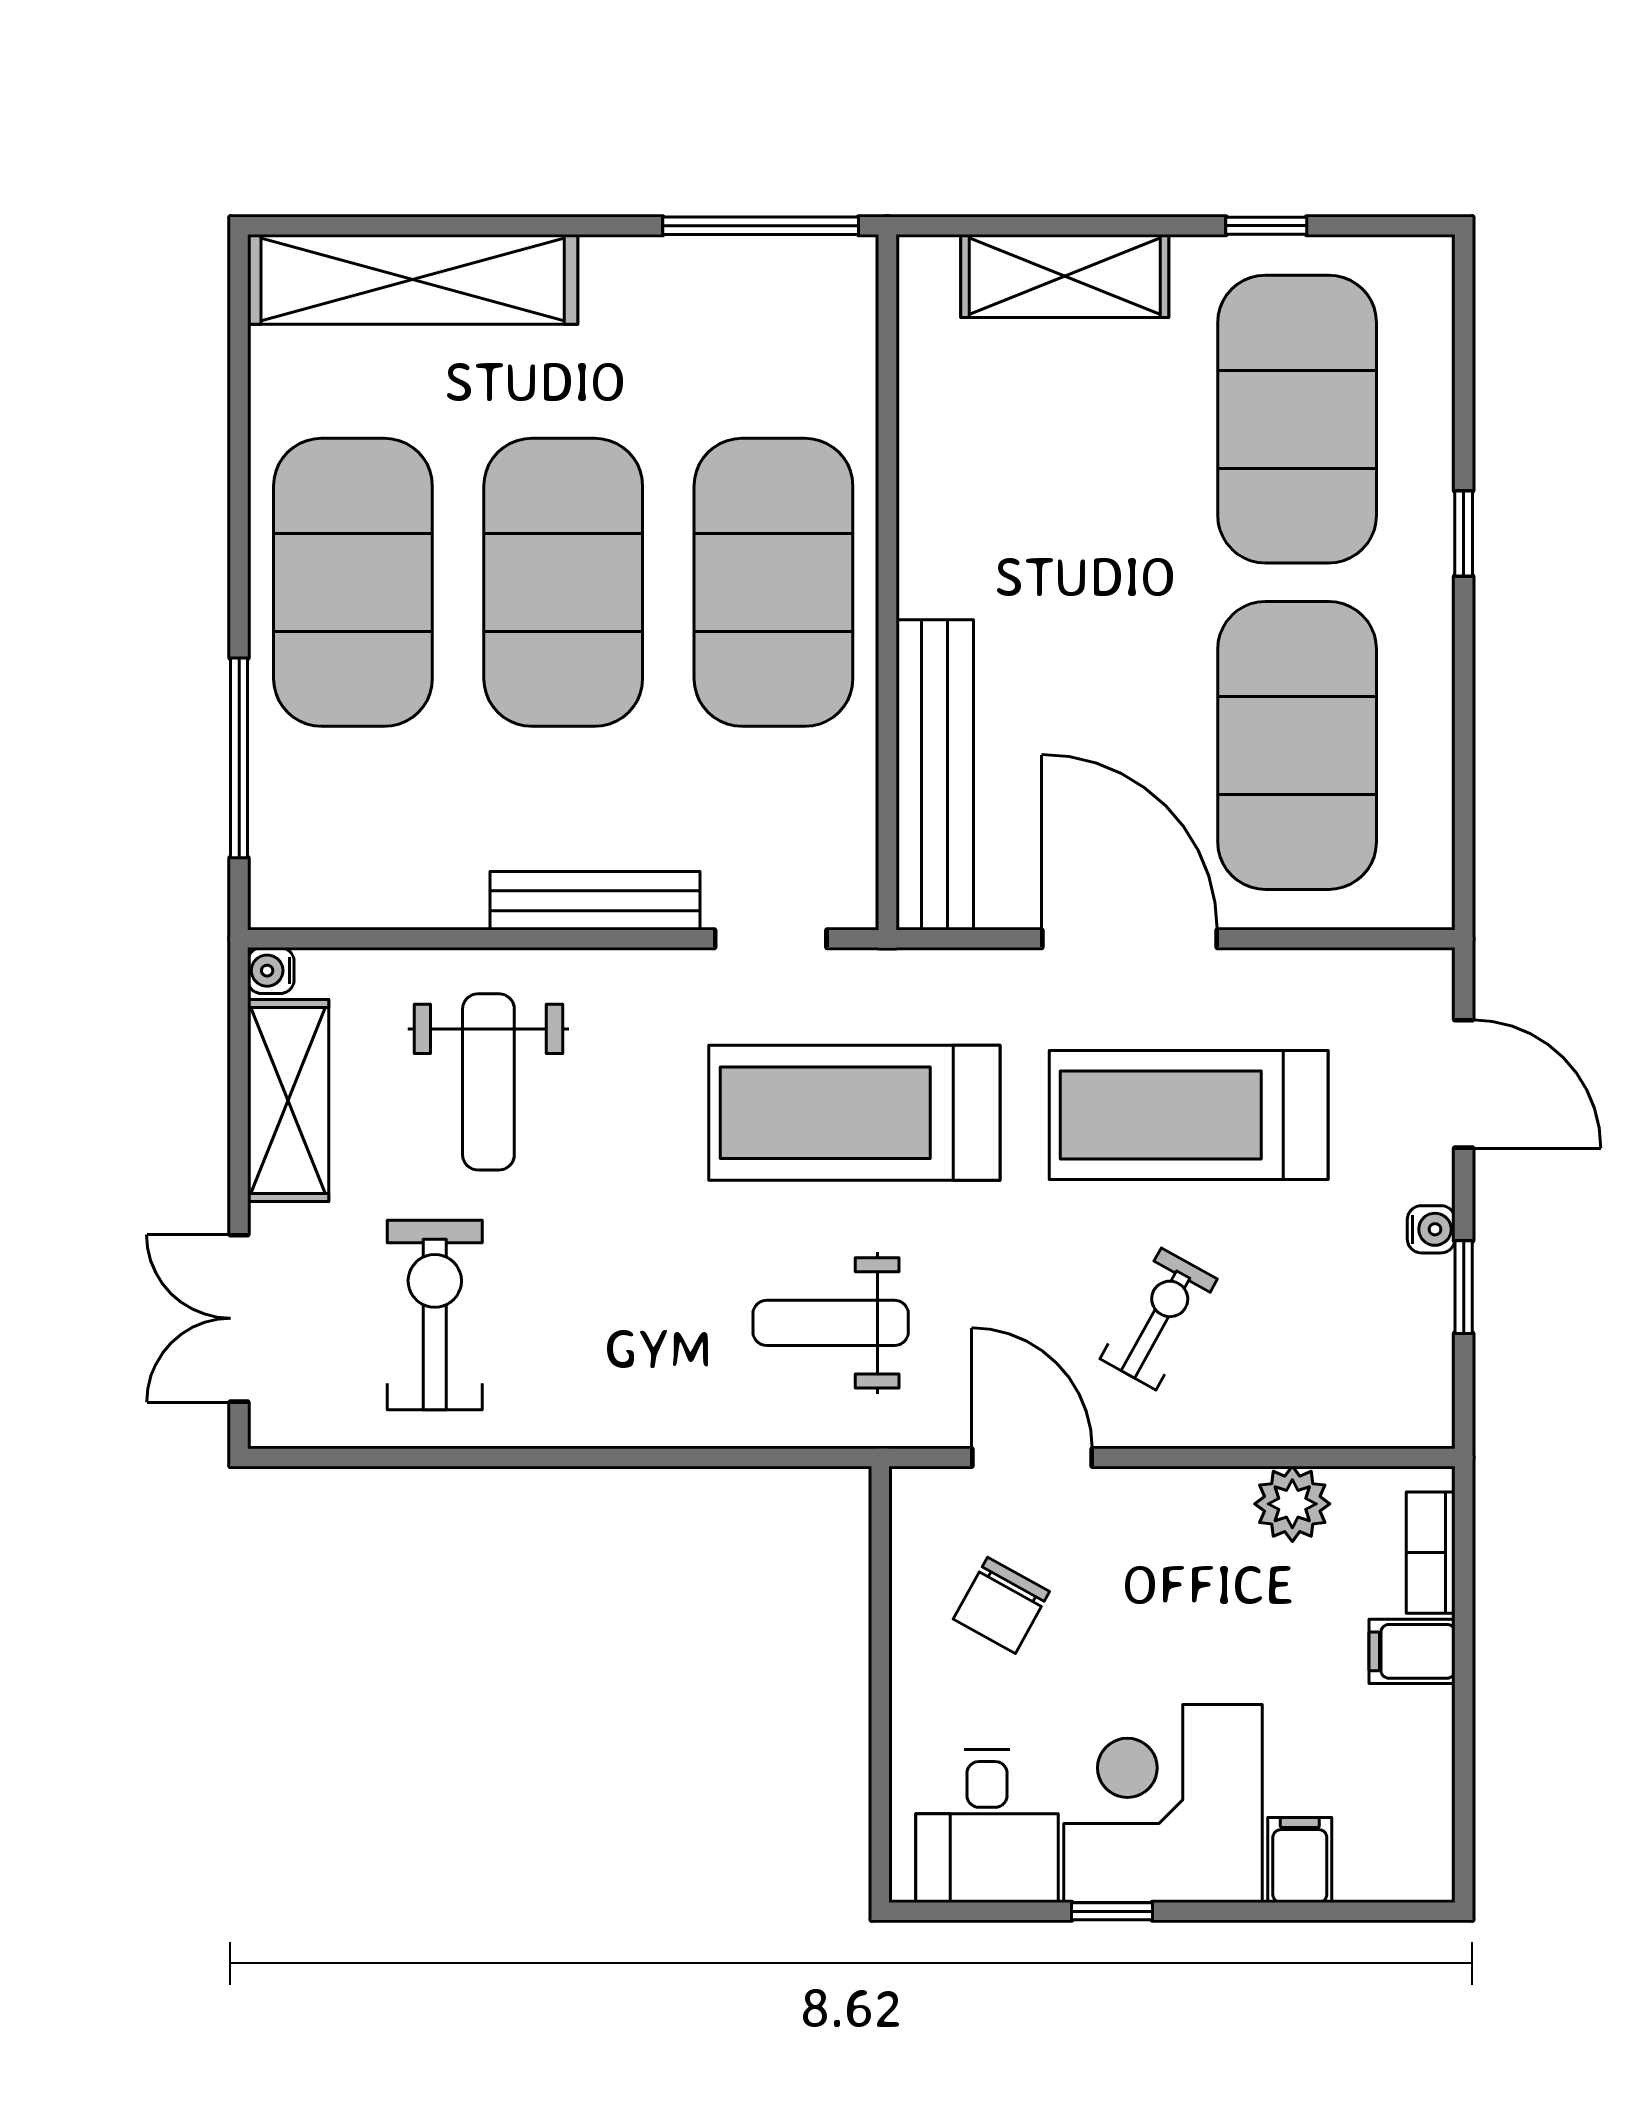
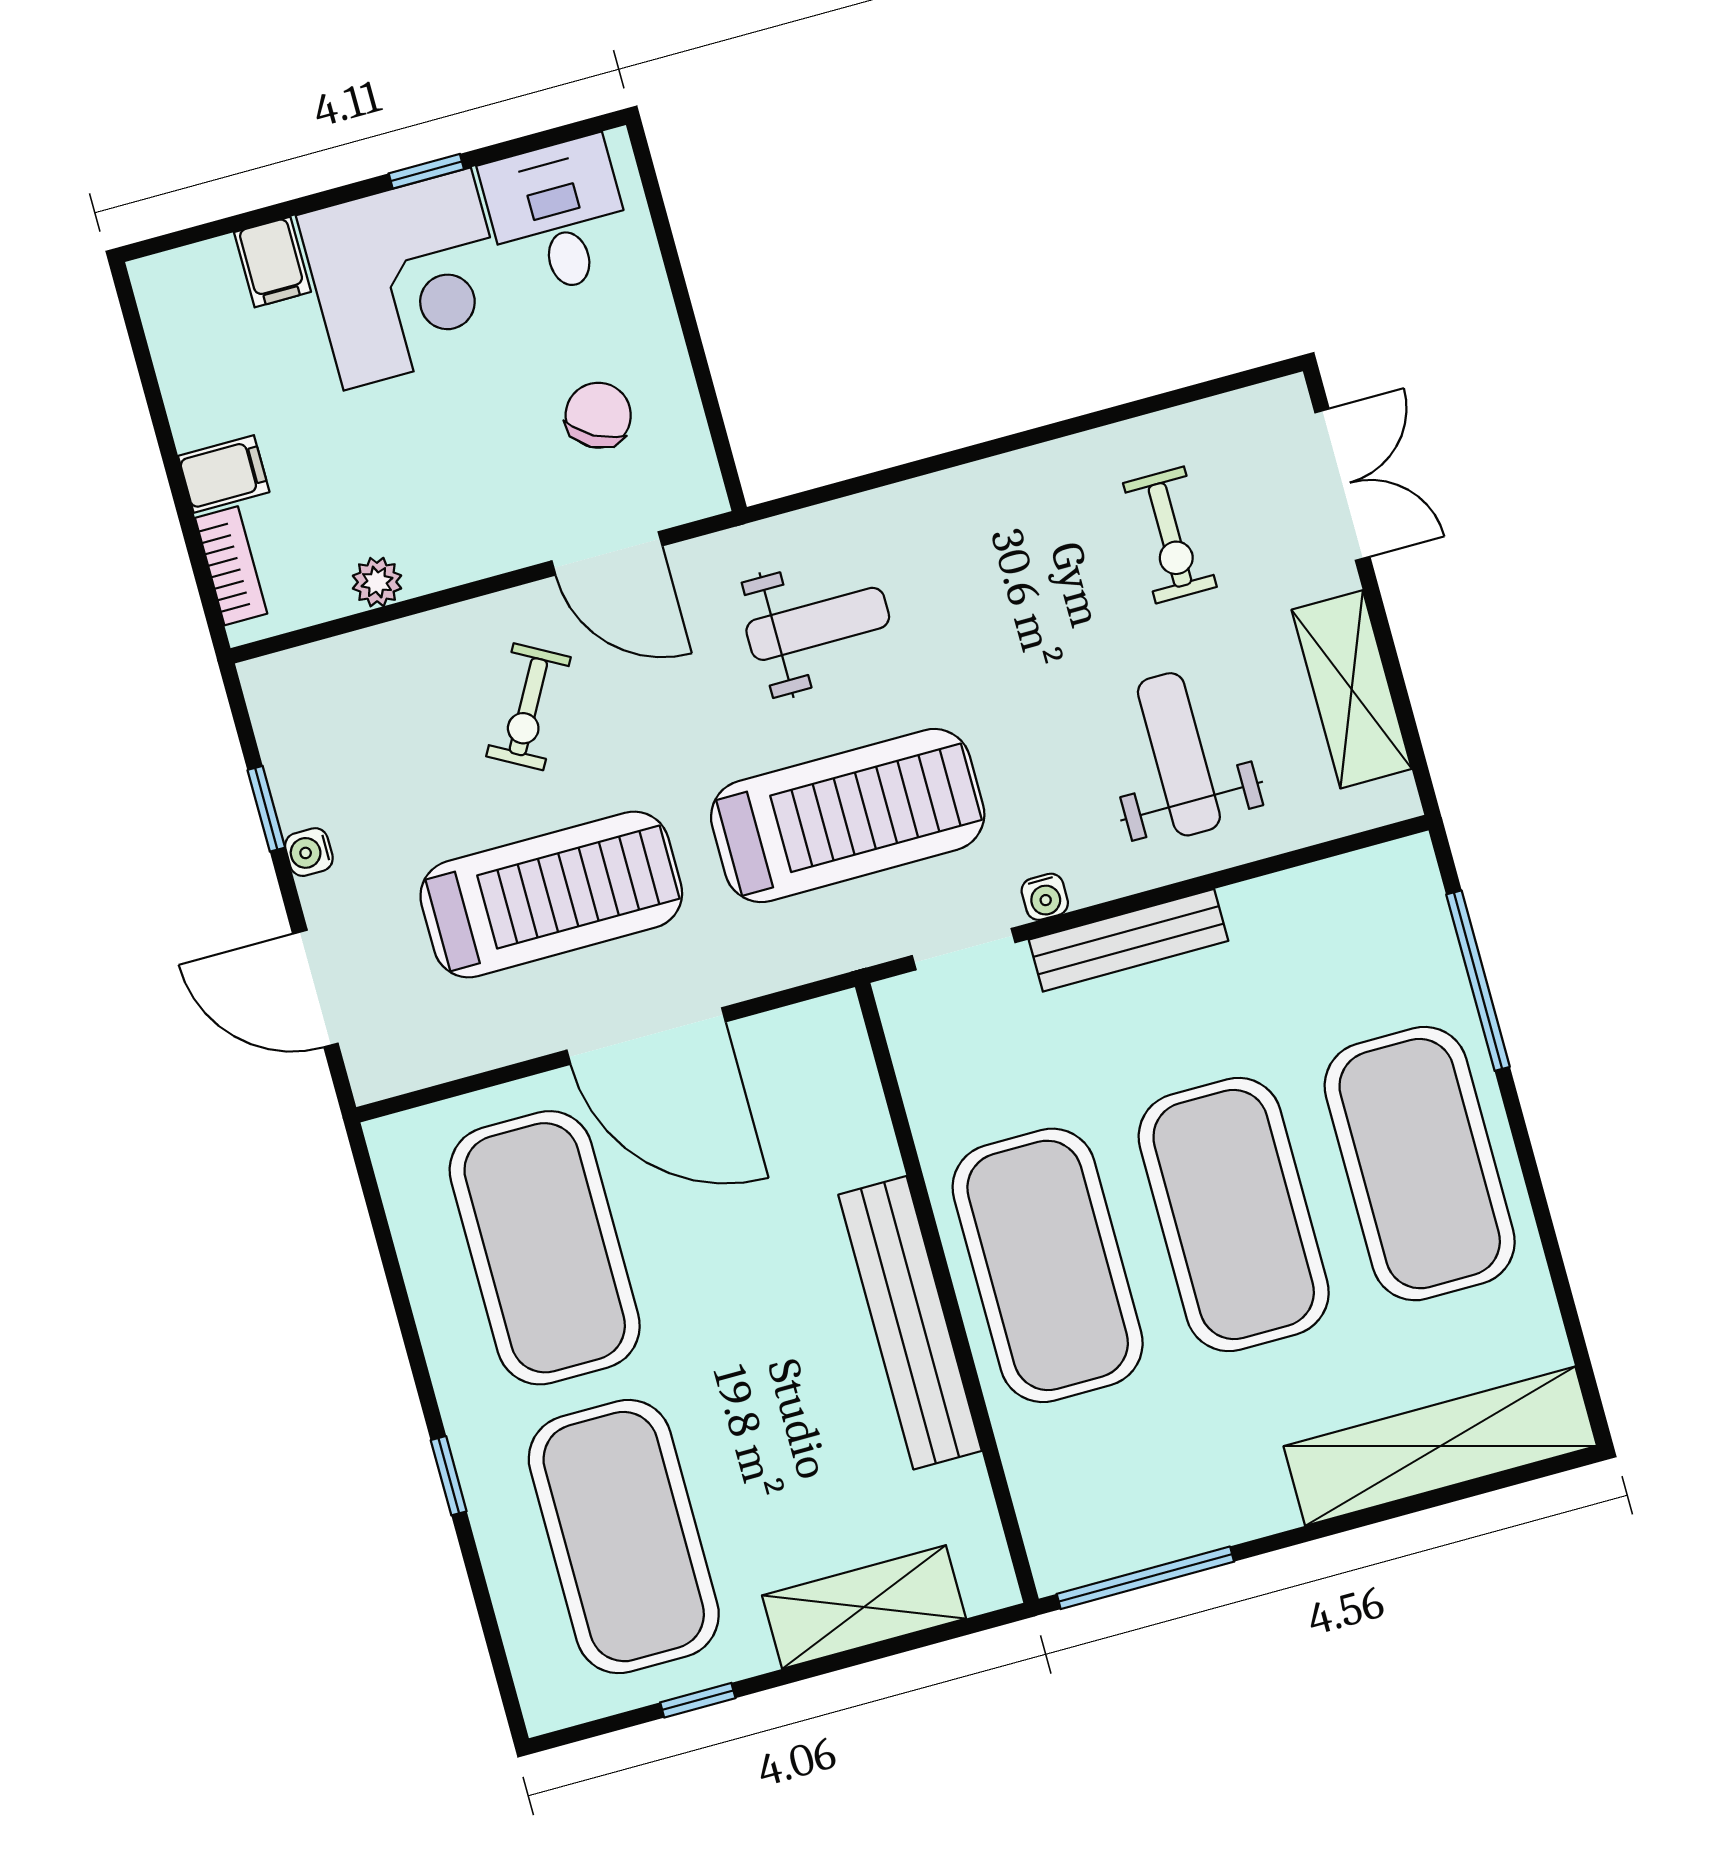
bench: (935, 775) -> (910, 1323), moved
water cooler: (271, 971) -> (1045, 897), moved, turned 90
exercise bike: (435, 1315) -> (1170, 535), width x0.73, depth x0.72
plant: (1292, 1504) -> (377, 582), width x0.73, depth x0.73

